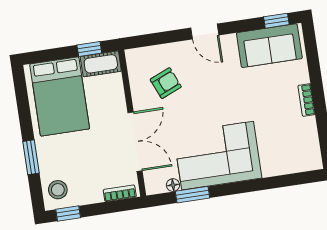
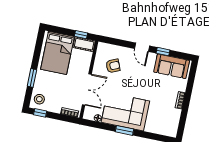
window: (276, 21) -> (163, 52), moved
window: (192, 195) -> (125, 130), moved

